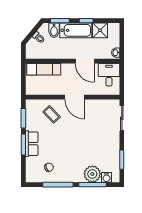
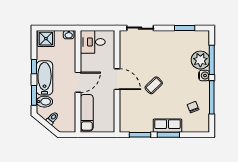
shower: (100, 30) -> (46, 39), moved
door: (85, 61) -> (78, 82), moved
door: (75, 97) -> (117, 79), hinge flipped
coffee table: (52, 114) -> (154, 85), moved
water cooler: (107, 177) -> (204, 75), moved

